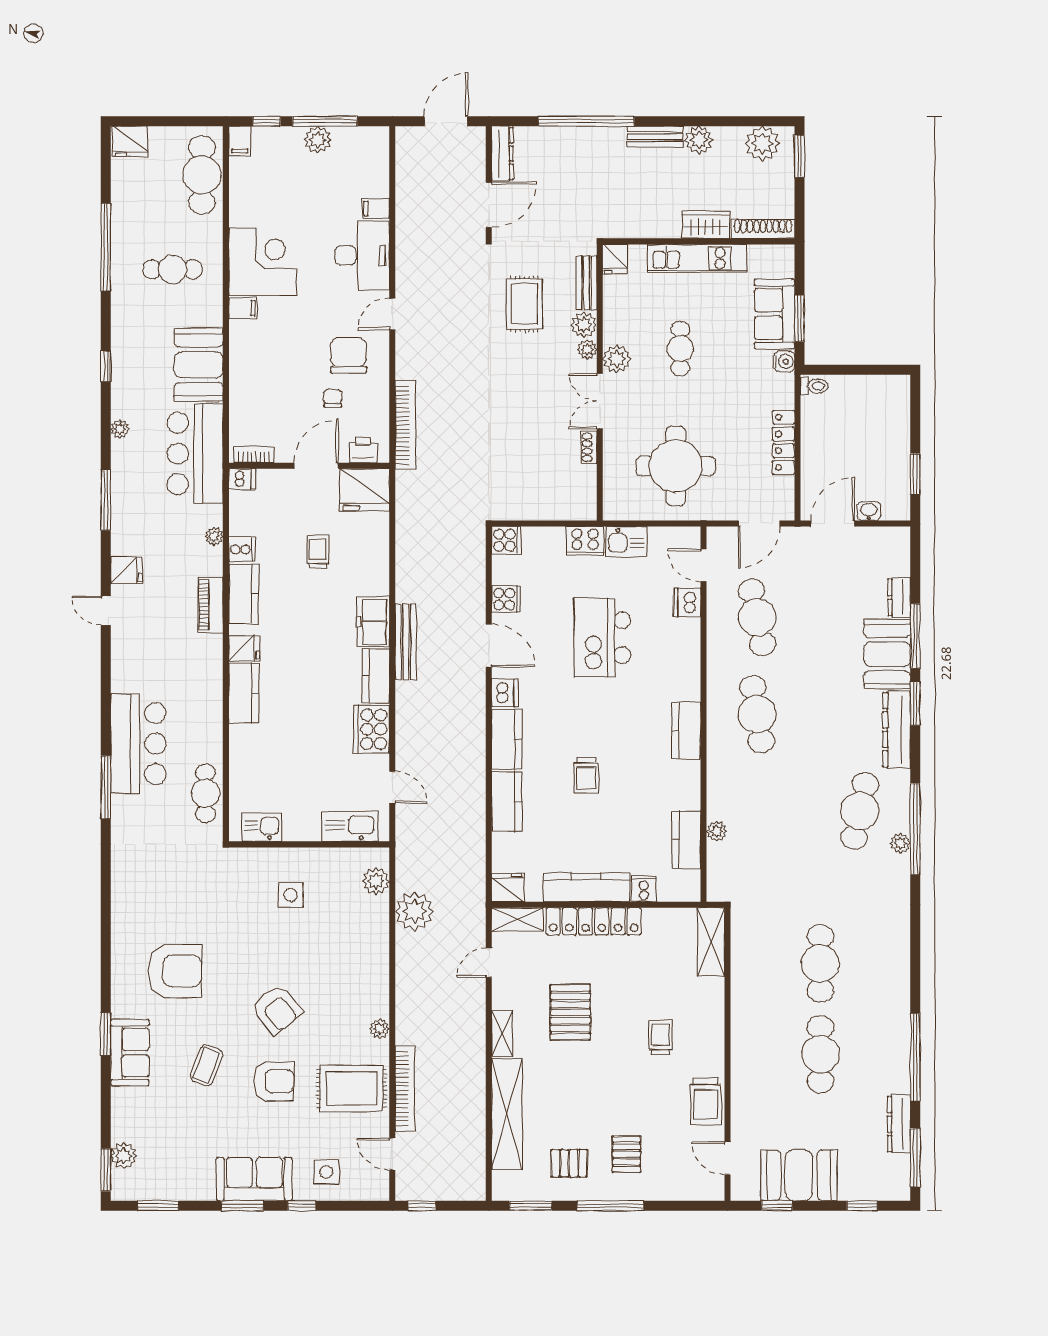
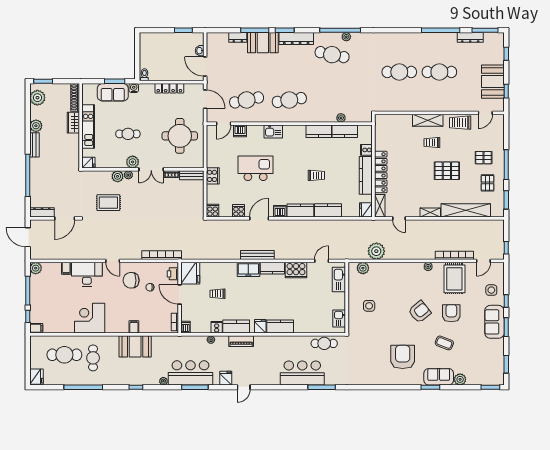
plant: (318, 140) -> (36, 268), moved
cafe table: (202, 175) -> (64, 355), moved
door: (489, 205) -> (65, 218), swing flipped
bench: (587, 283) -> (191, 175), moved
filing cabinet: (243, 308) -> (134, 327), moved
bar counter: (195, 453) -> (190, 373), moved, turned 180
kitchen sink: (626, 541) -> (273, 131), moved, turned 90
kitchen island: (602, 638) -> (256, 168), turned 180
kitchen counter: (686, 731) -> (319, 131), moved
shelving: (711, 942) -> (428, 120), moved
pallet: (570, 1012) -> (447, 171), moved
trolley: (706, 1101) -> (460, 123), turned 180
plant: (124, 1156) -> (460, 379), moved

